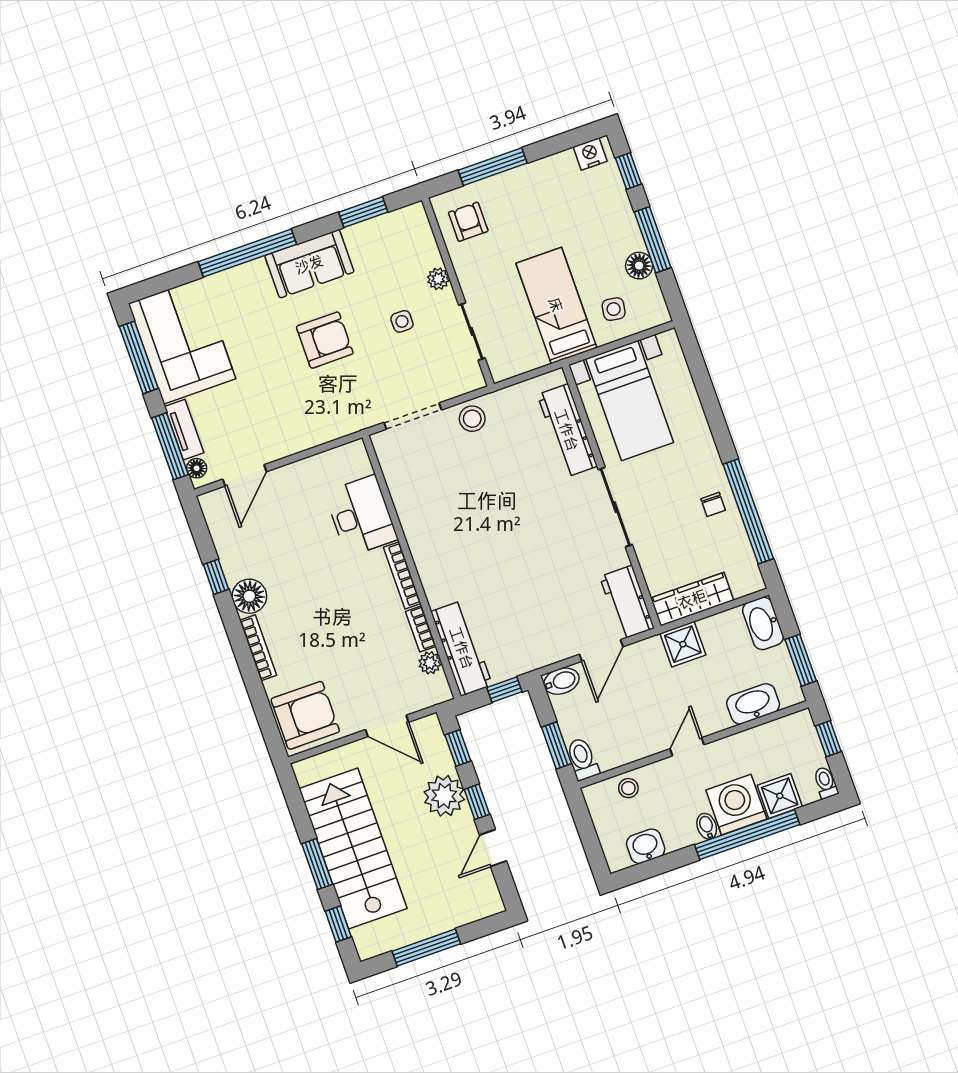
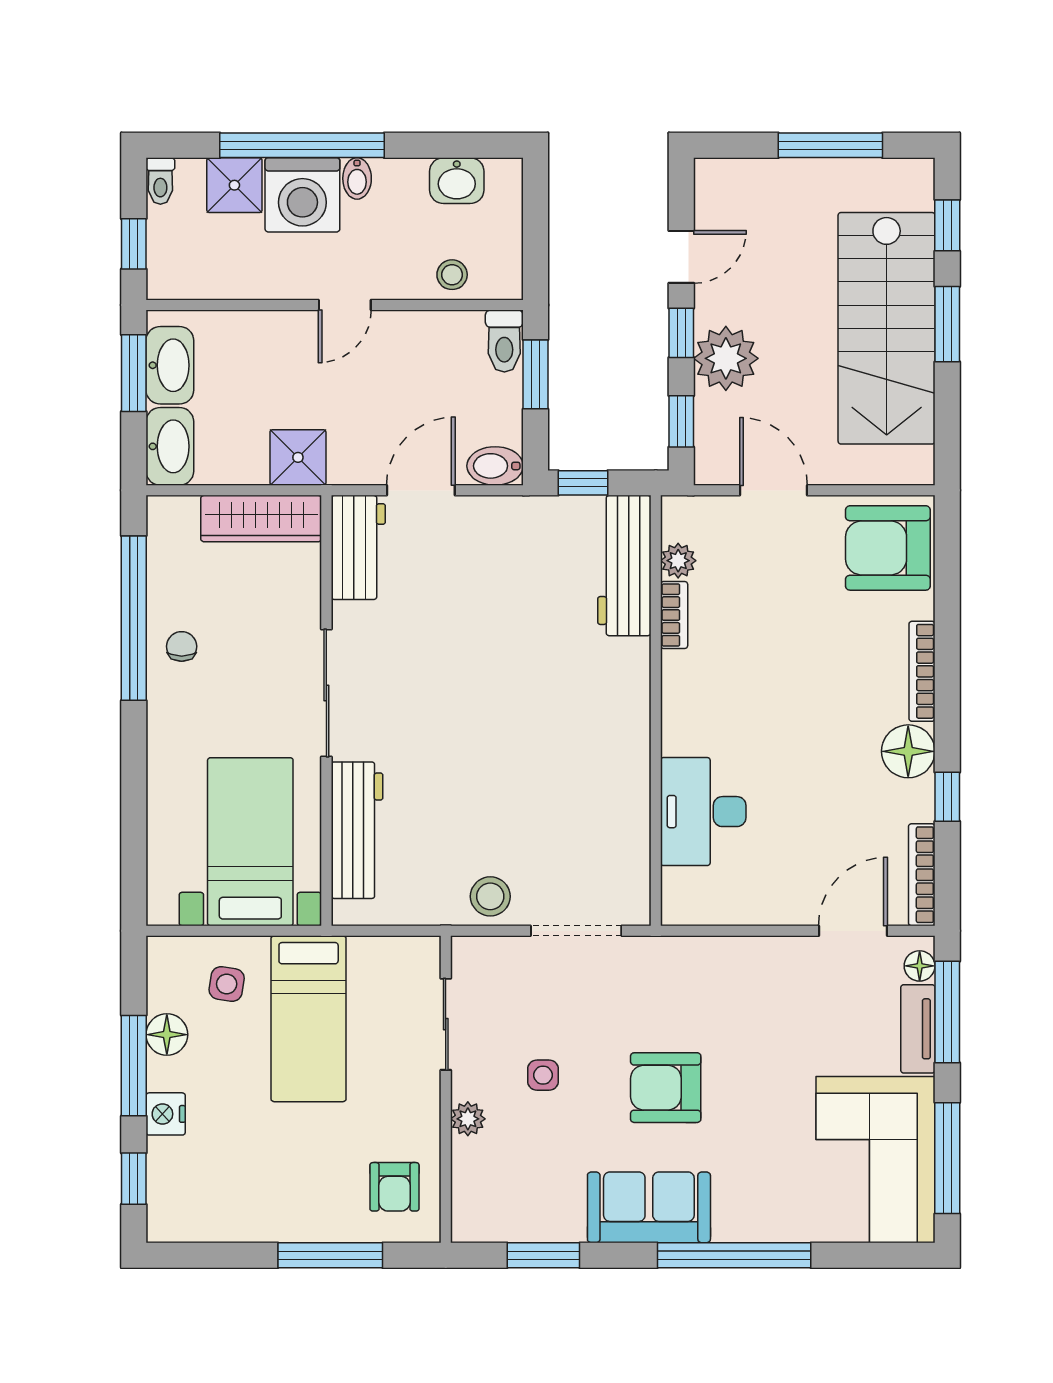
nightstand: (590, 154) -> (166, 1114), moved, turned 90
bookcase: (402, 575) -> (922, 875), moved, turned 180
washbasin: (753, 704) -> (170, 365), moved, turned -90

